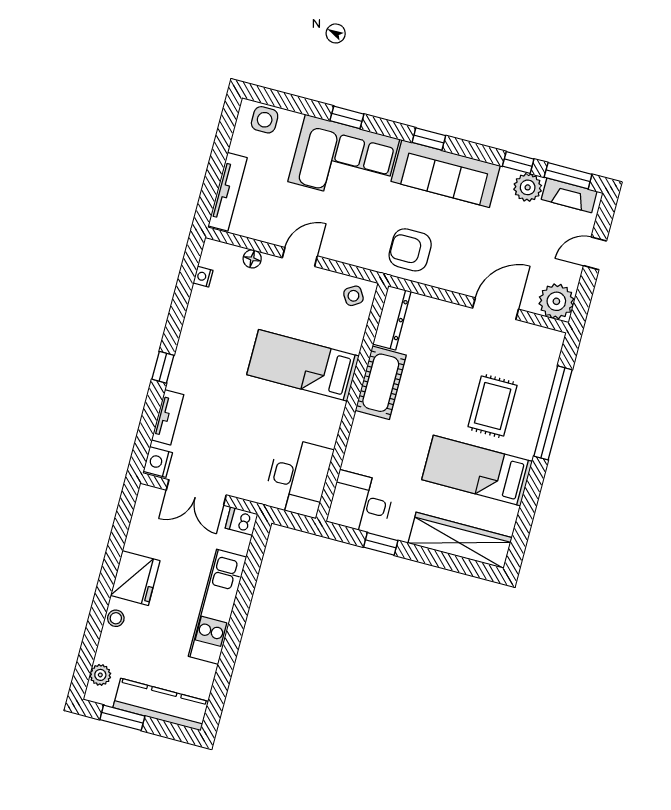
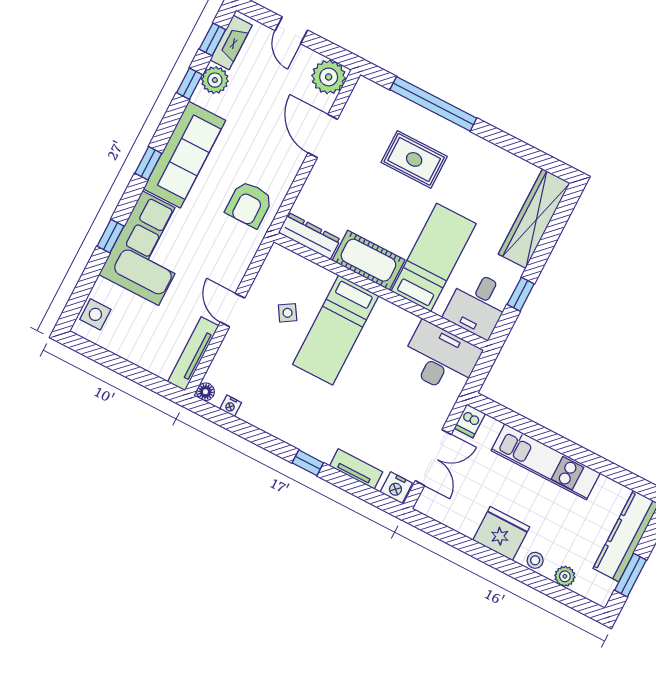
window: (568, 176) -> (212, 39), width x0.67
tv unit: (228, 192) -> (193, 354), moved, turned -90
floor lamp: (252, 259) -> (205, 392), moved
side table: (353, 296) -> (288, 313), moved
bed: (477, 471) -> (434, 257), moved, turned 180
plant: (100, 675) -> (565, 576), moved

